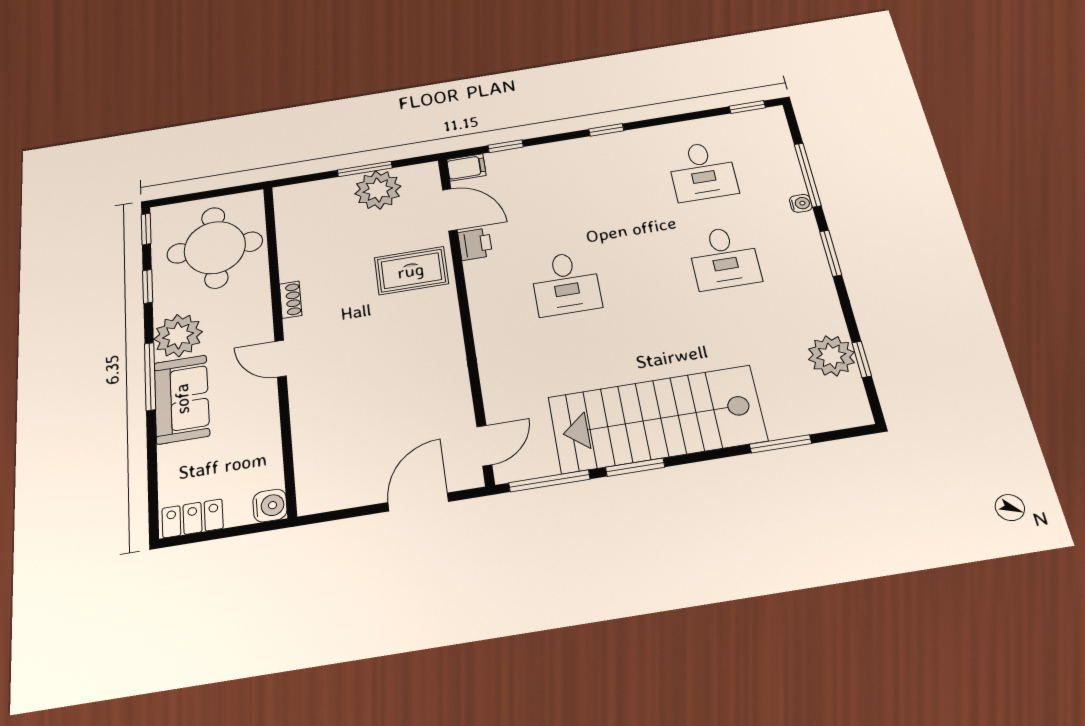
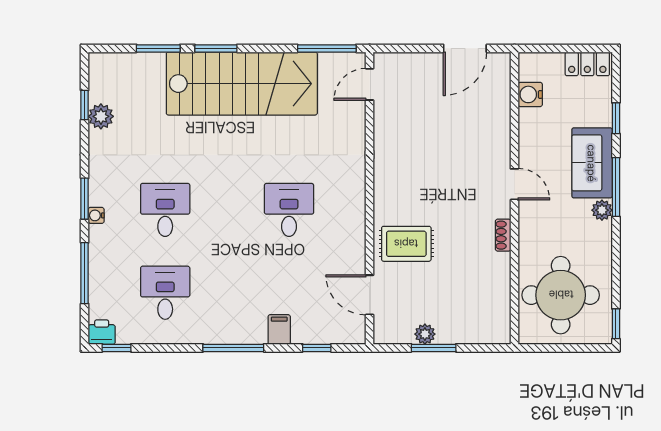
window: (606, 130) -> (233, 348), width x2.17
filing cabinet: (466, 167) -> (279, 329), moved, turned 90
plant: (378, 190) -> (425, 334), width x0.53, depth x0.53
water cooler: (801, 203) -> (96, 215), moved
printer: (475, 244) -> (102, 332), moved, turned 90
window: (148, 286) -> (616, 118), moved
plant: (178, 336) -> (602, 210), width x0.53, depth x0.53
plant: (831, 356) -> (101, 116), width x0.73, depth x0.73
window: (635, 467) -> (216, 48), moved
door: (418, 502) -> (465, 48), moved
water cooler: (270, 506) -> (530, 94), moved

